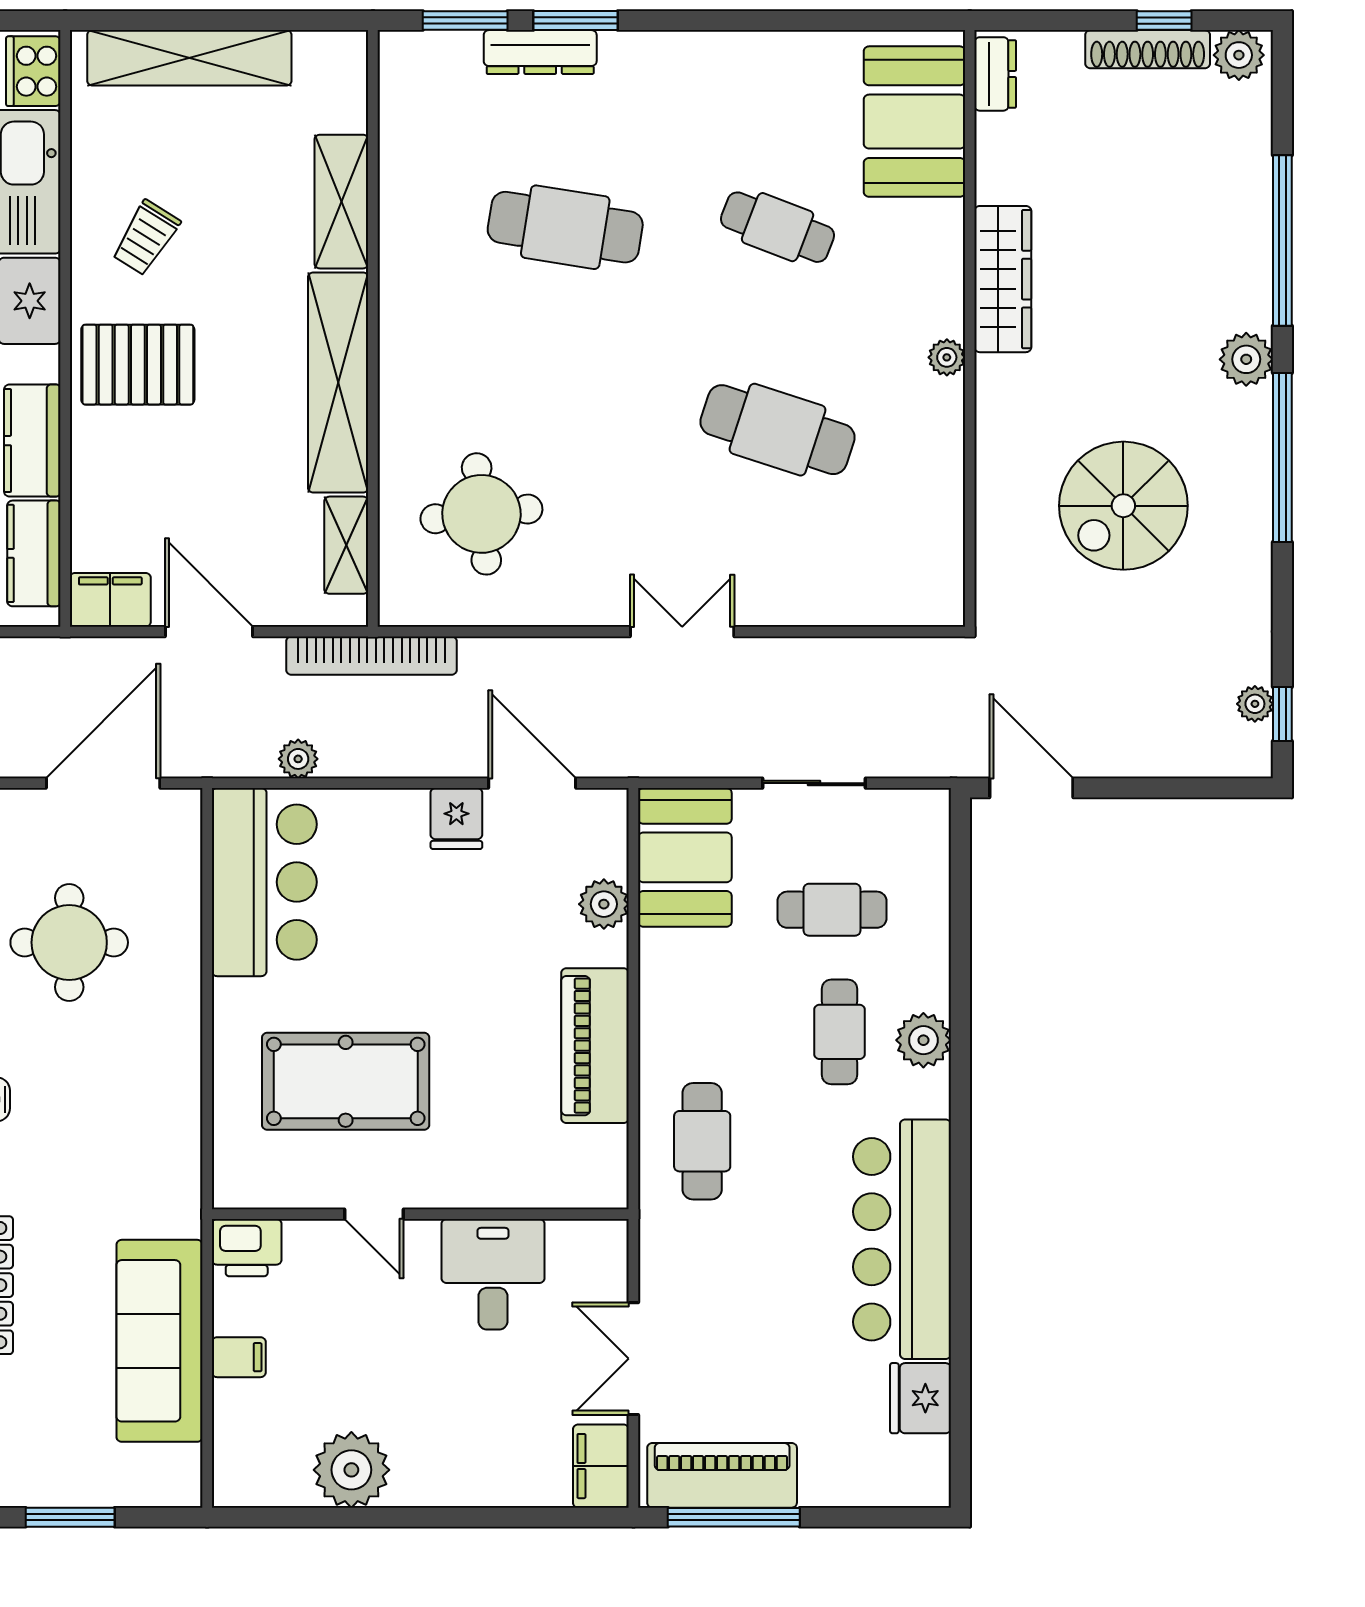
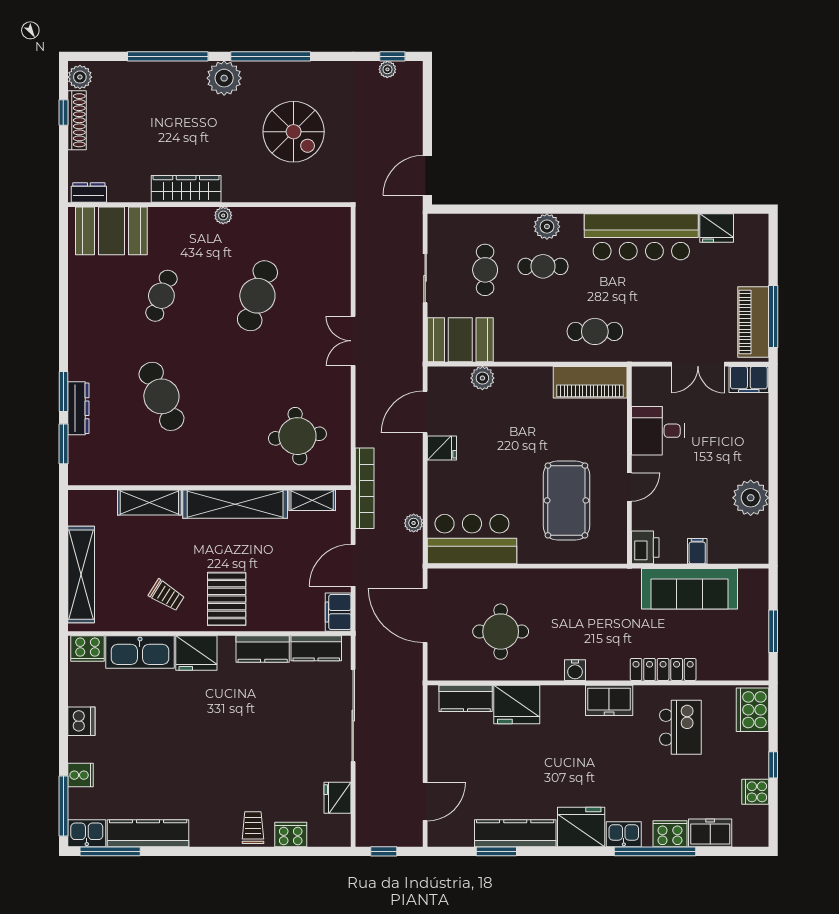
cafe table: (565, 227) -> (161, 396), turned -33
plant: (1246, 359) -> (224, 78), width x1.36, depth x1.36
piano: (595, 1046) -> (590, 382), moved

